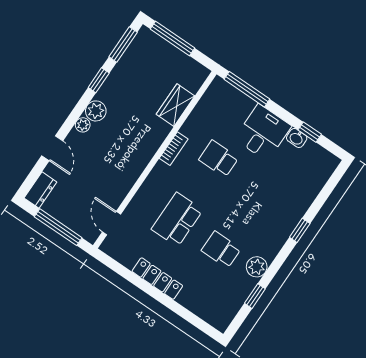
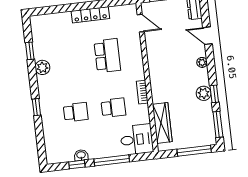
window: (247, 89) -> (112, 160), moved
wardrobe: (176, 105) -> (162, 123), width x1.50
plant: (96, 111) -> (204, 93), moved
desk: (263, 132) -> (137, 139), moved, turned -90
school desk: (221, 250) -> (76, 112), moved

